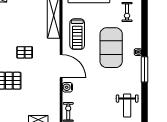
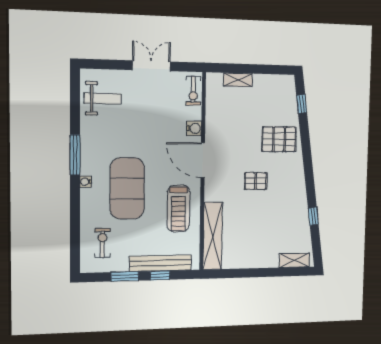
treadmill: (77, 34) -> (178, 208), turned 180
weight bench: (127, 106) -> (103, 99), turned 90

